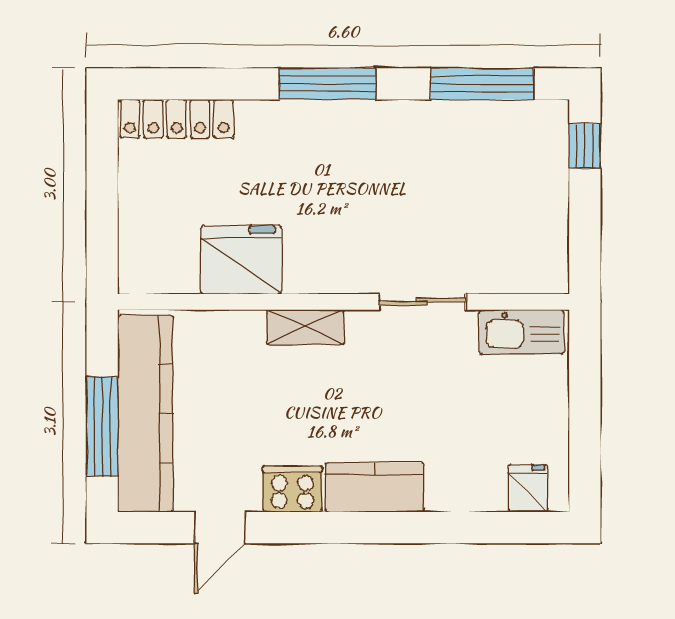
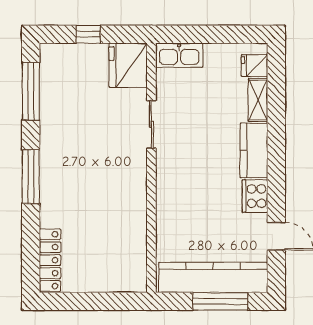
window: (585, 146) -> (88, 34), moved
fridge: (241, 260) -> (128, 65), moved
shelving: (305, 327) -> (258, 100), moved
kitchen sink: (522, 332) -> (179, 55), moved, turned 90

